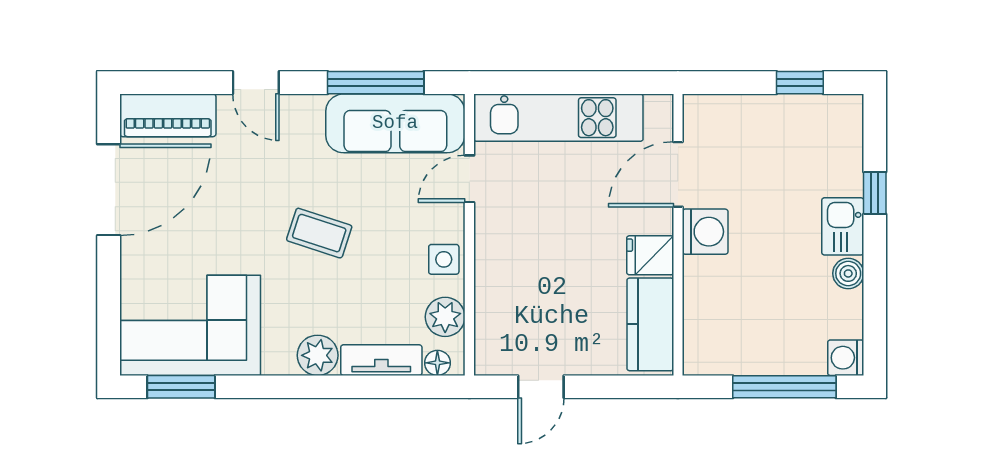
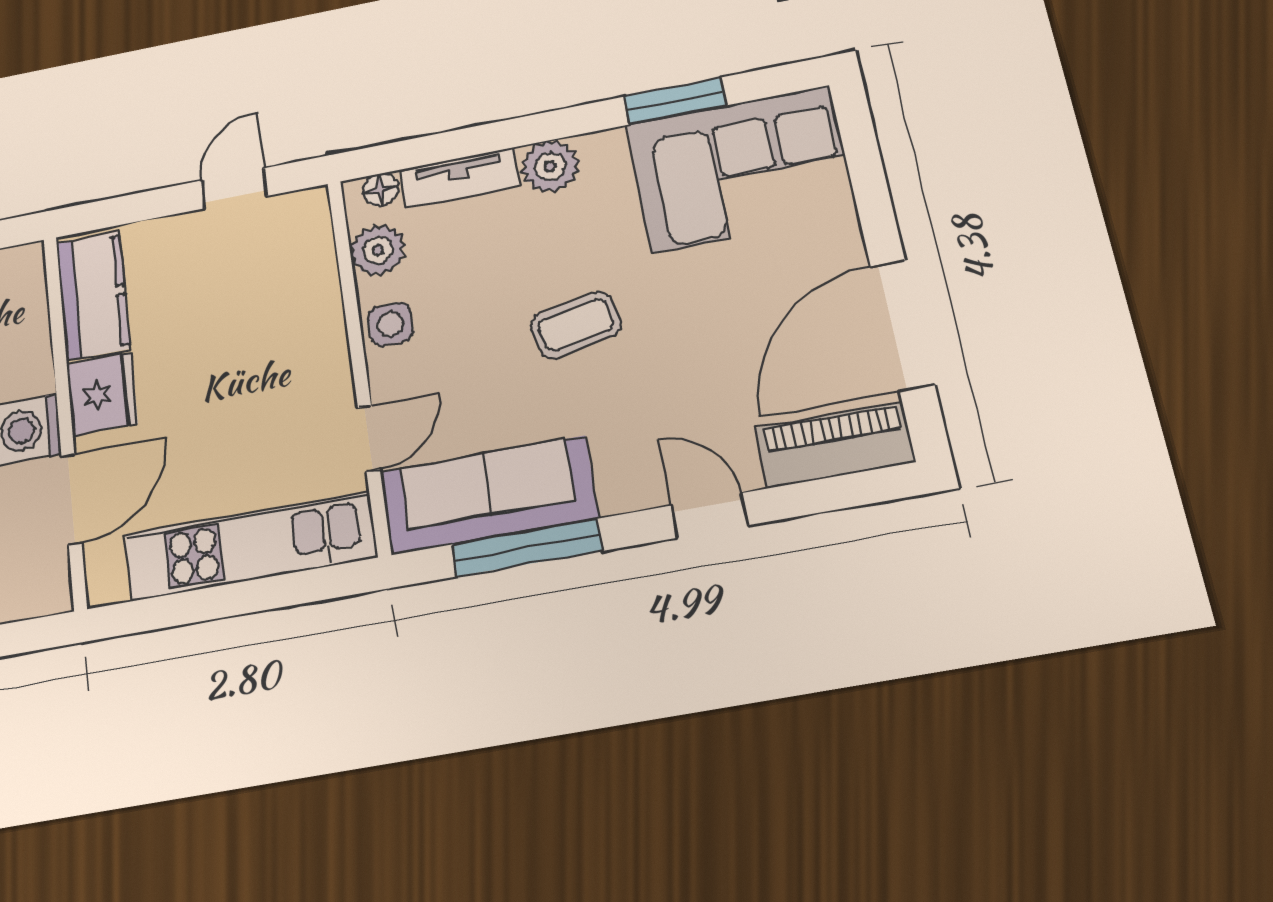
coffee table: (319, 233) -> (576, 325), turned -30
fridge: (650, 255) -> (102, 394), width x1.38
window: (181, 387) -> (675, 101), moved

